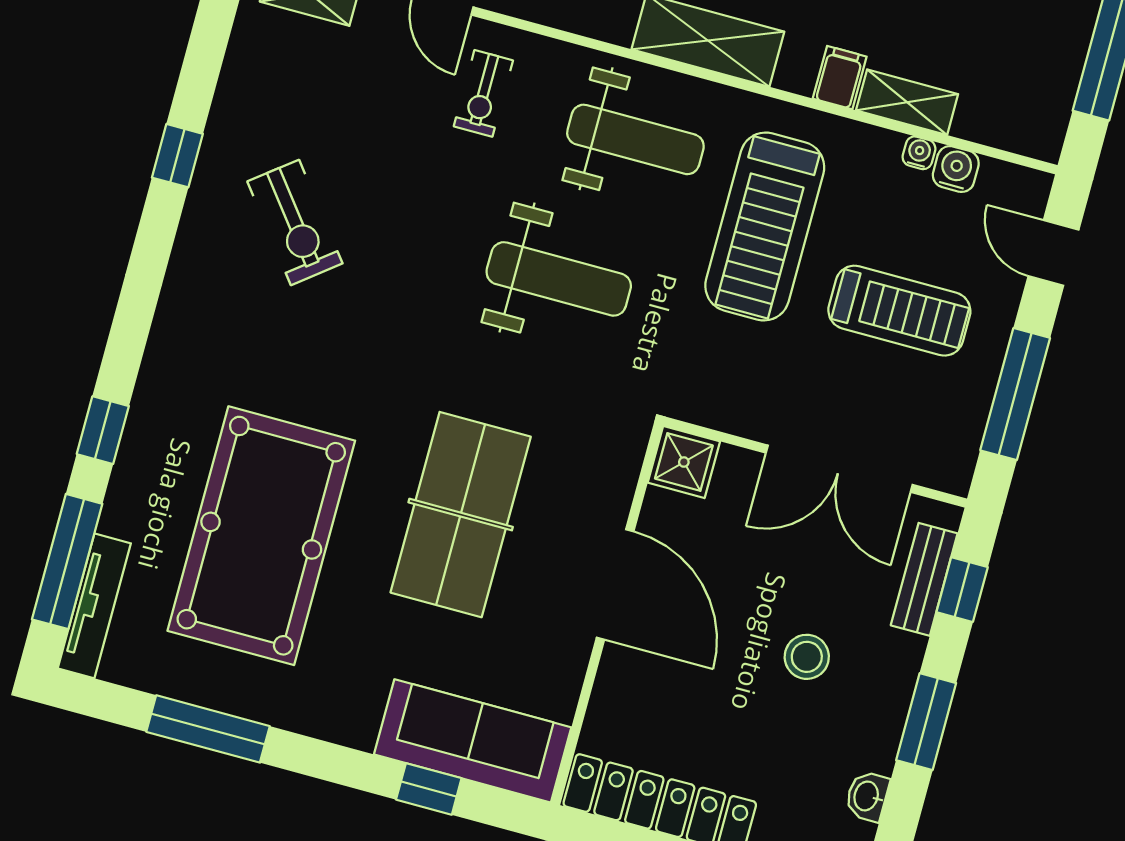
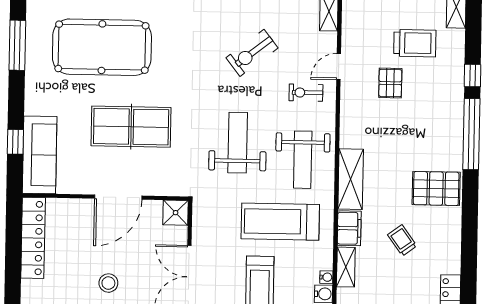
filing cabinet: (840, 78) -> (349, 228), width x2.00
exercise bike: (295, 222) -> (252, 53), moved
weight bench: (559, 279) -> (238, 143), turned 180

